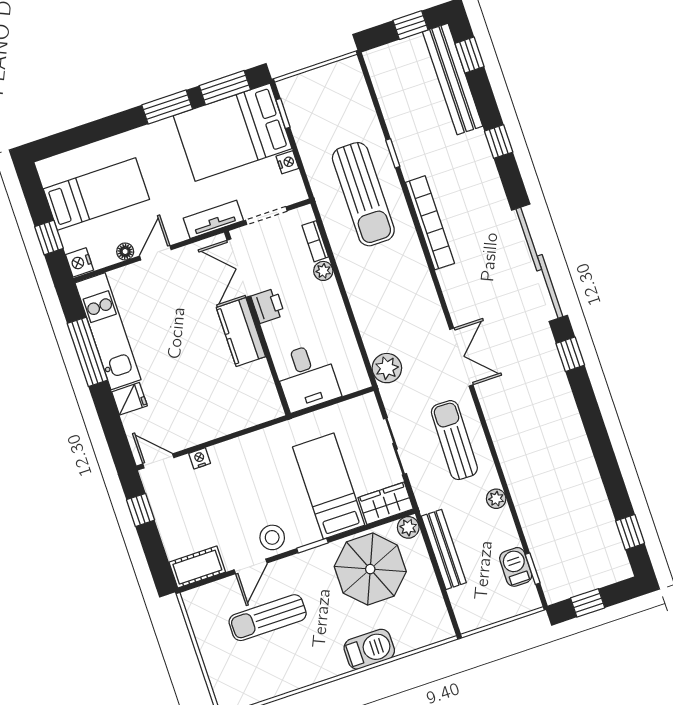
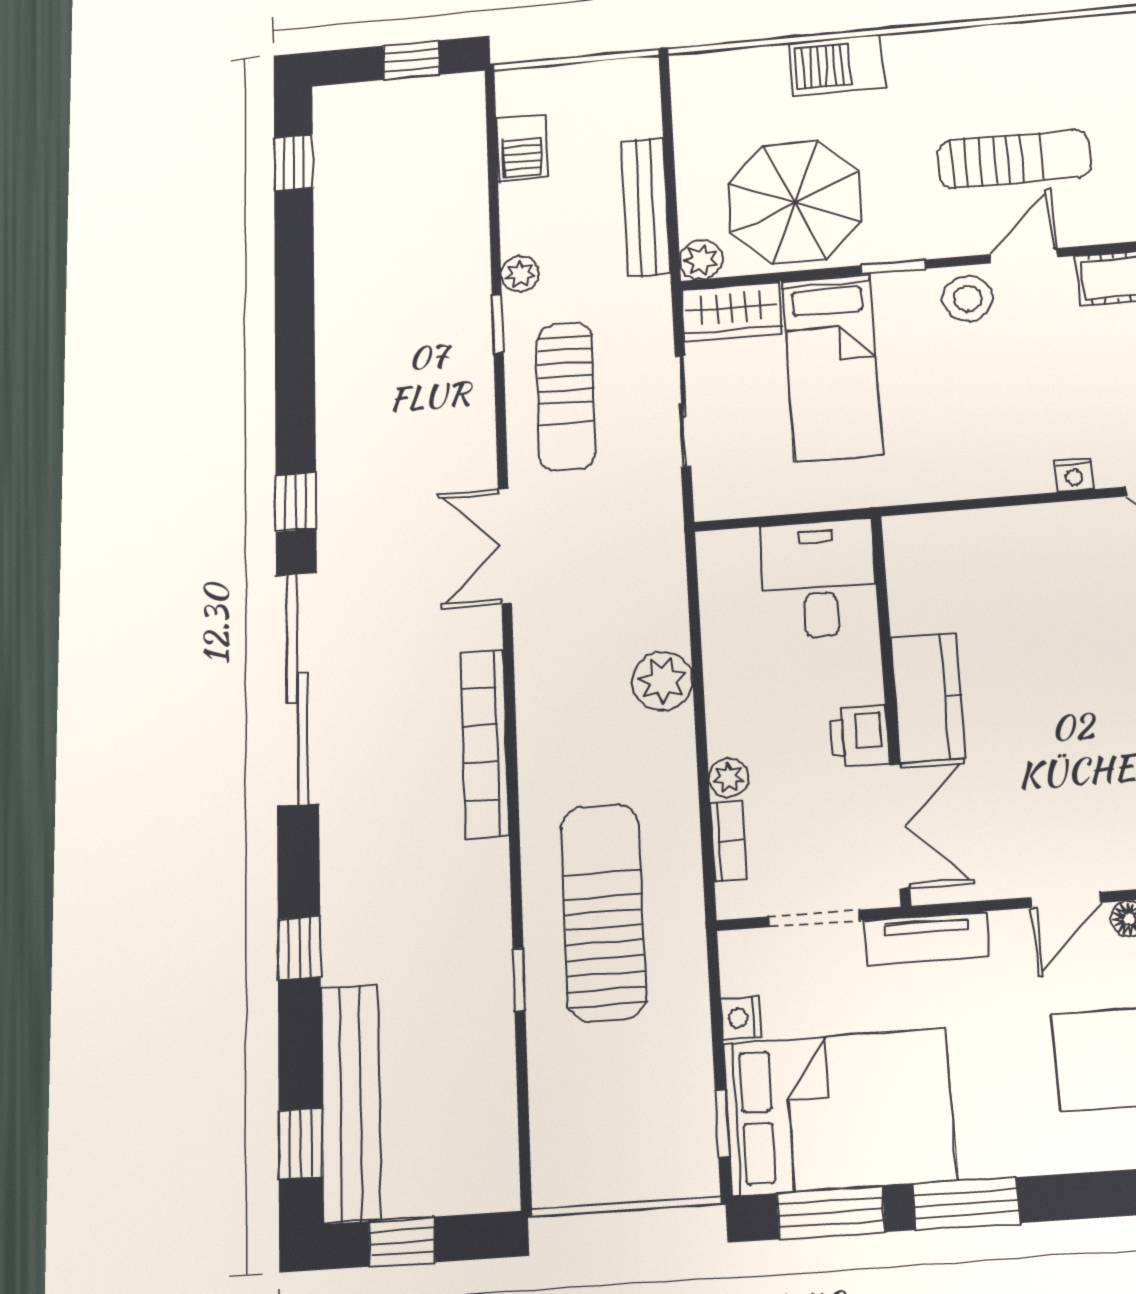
bookcase: (430, 223) -> (484, 744), moved
plant: (387, 368) -> (662, 681), moved
window: (533, 569) -> (498, 324), moved

